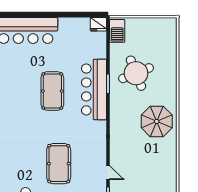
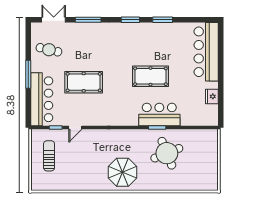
fridge: (98, 24) -> (212, 96), moved
barbecue: (117, 31) -> (206, 136), removed
bar counter: (94, 89) -> (159, 115), width x0.73

